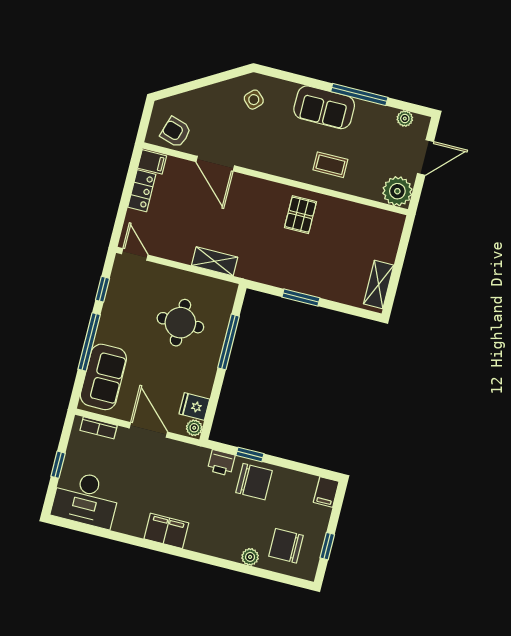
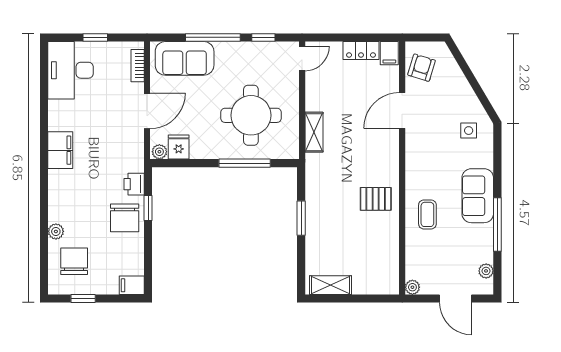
side table: (254, 100) -> (469, 131), turned 45
plant: (397, 191) -> (412, 287), width x0.53, depth x0.53
round table: (180, 323) -> (251, 115), width x1.36, depth x1.36

